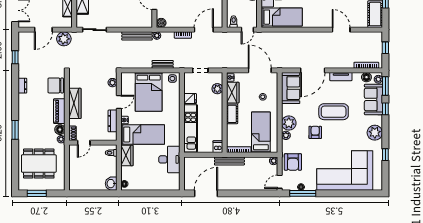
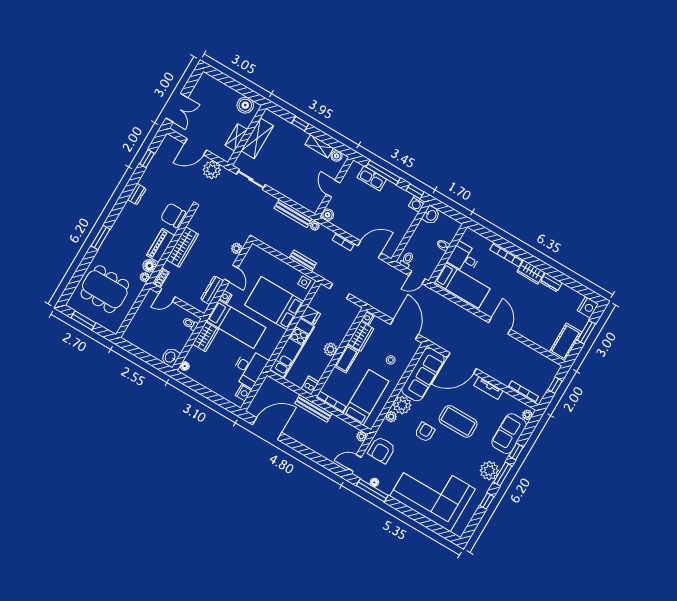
door: (341, 30) -> (500, 326), moved
floor lamp: (366, 77) -> (516, 405), removed
window: (385, 86) -> (503, 474), moved
sofa: (291, 88) -> (423, 374), width x1.36
plant: (217, 89) -> (330, 349), moved
bed: (149, 92) -> (274, 303), moved, turned 90
door: (119, 102) -> (231, 273), hinge flipped
nightstand: (175, 179) -> (243, 393), added

